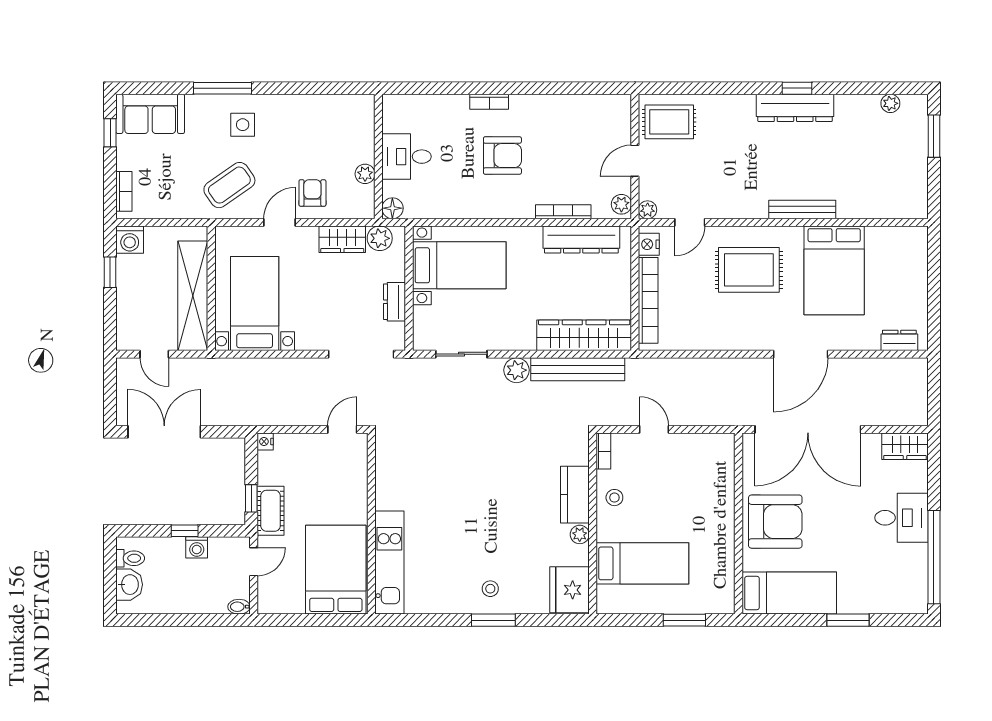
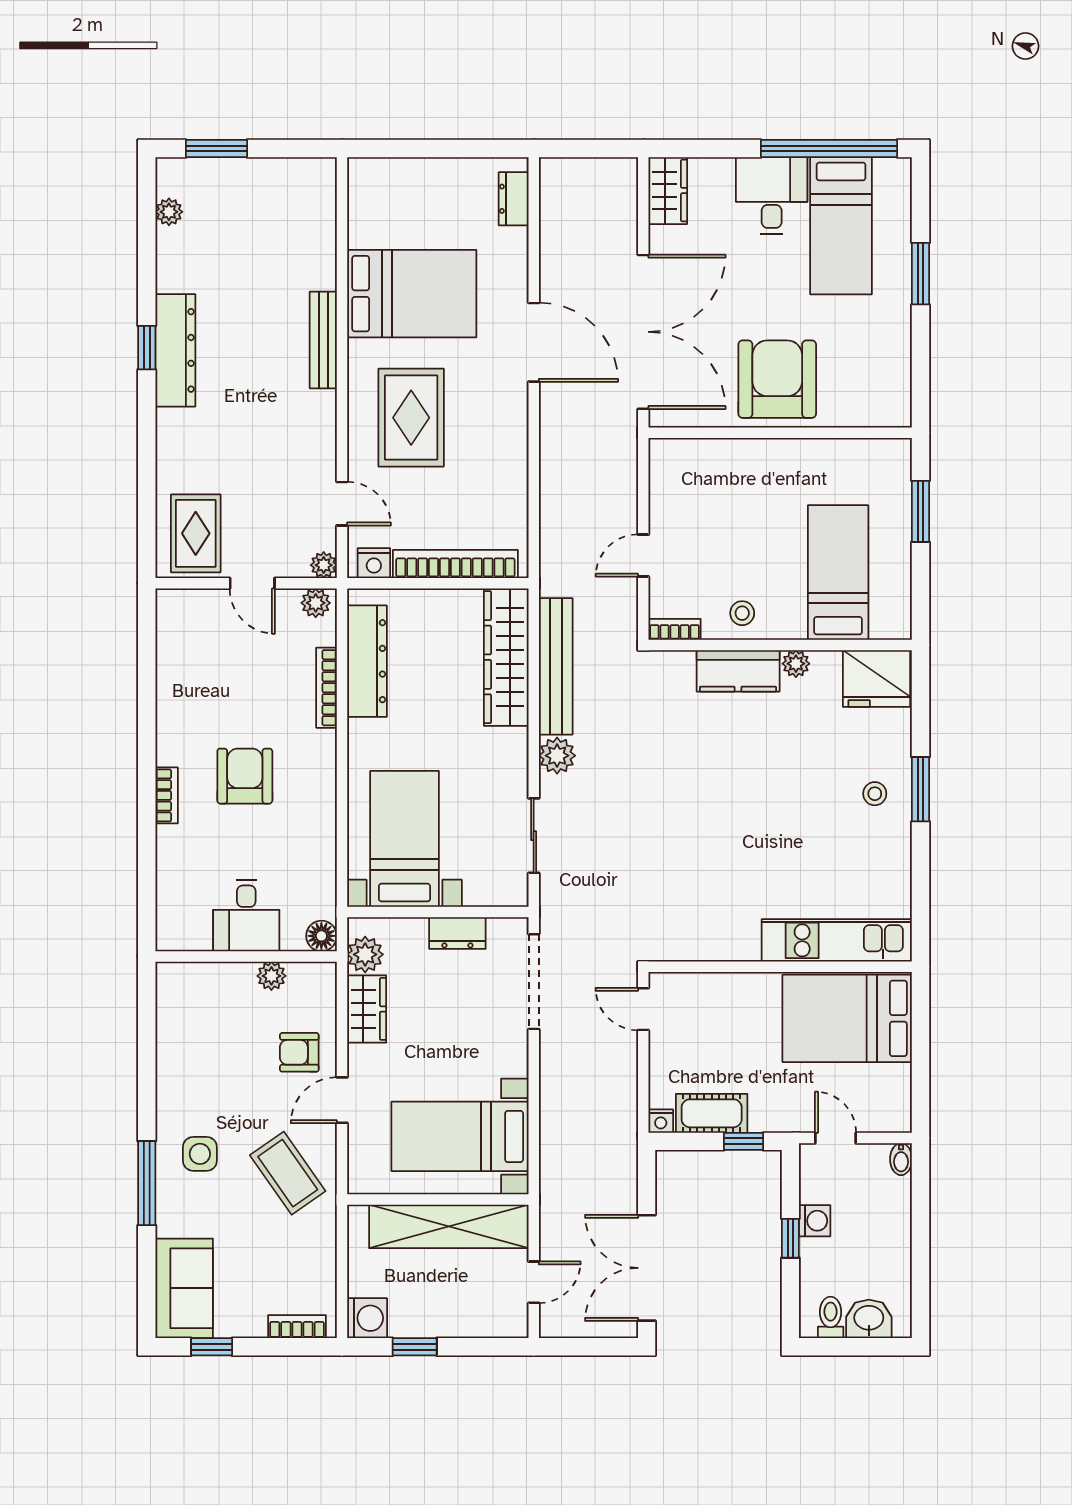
door: (280, 222) -> (342, 1100), hinge flipped
cot: (271, 511) -> (712, 1113), moved
bed: (789, 593) -> (841, 226), moved, turned 180

